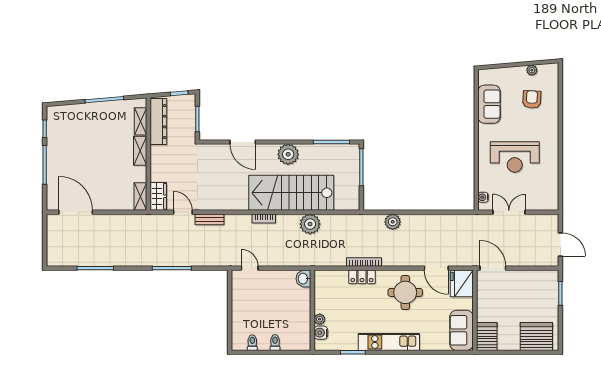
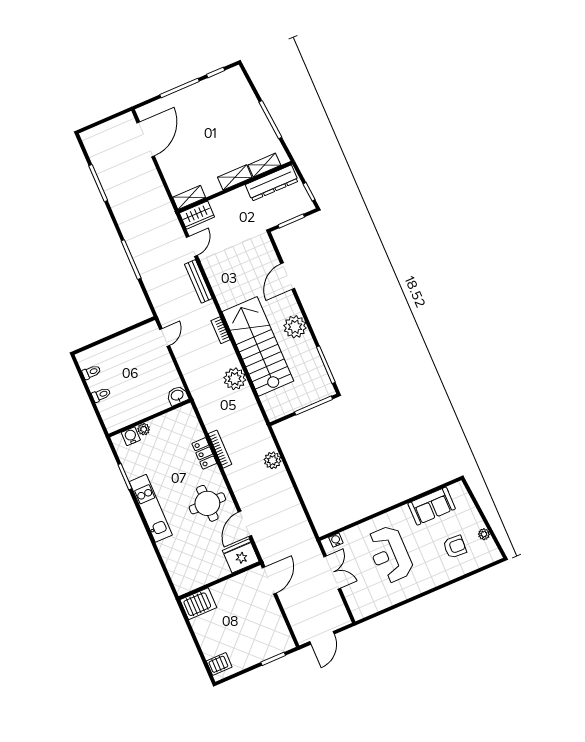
bench: (209, 219) -> (198, 281), width x1.36
sofa: (462, 330) -> (194, 576), removed
server rack: (536, 336) -> (219, 664), width x0.46, depth x0.70

